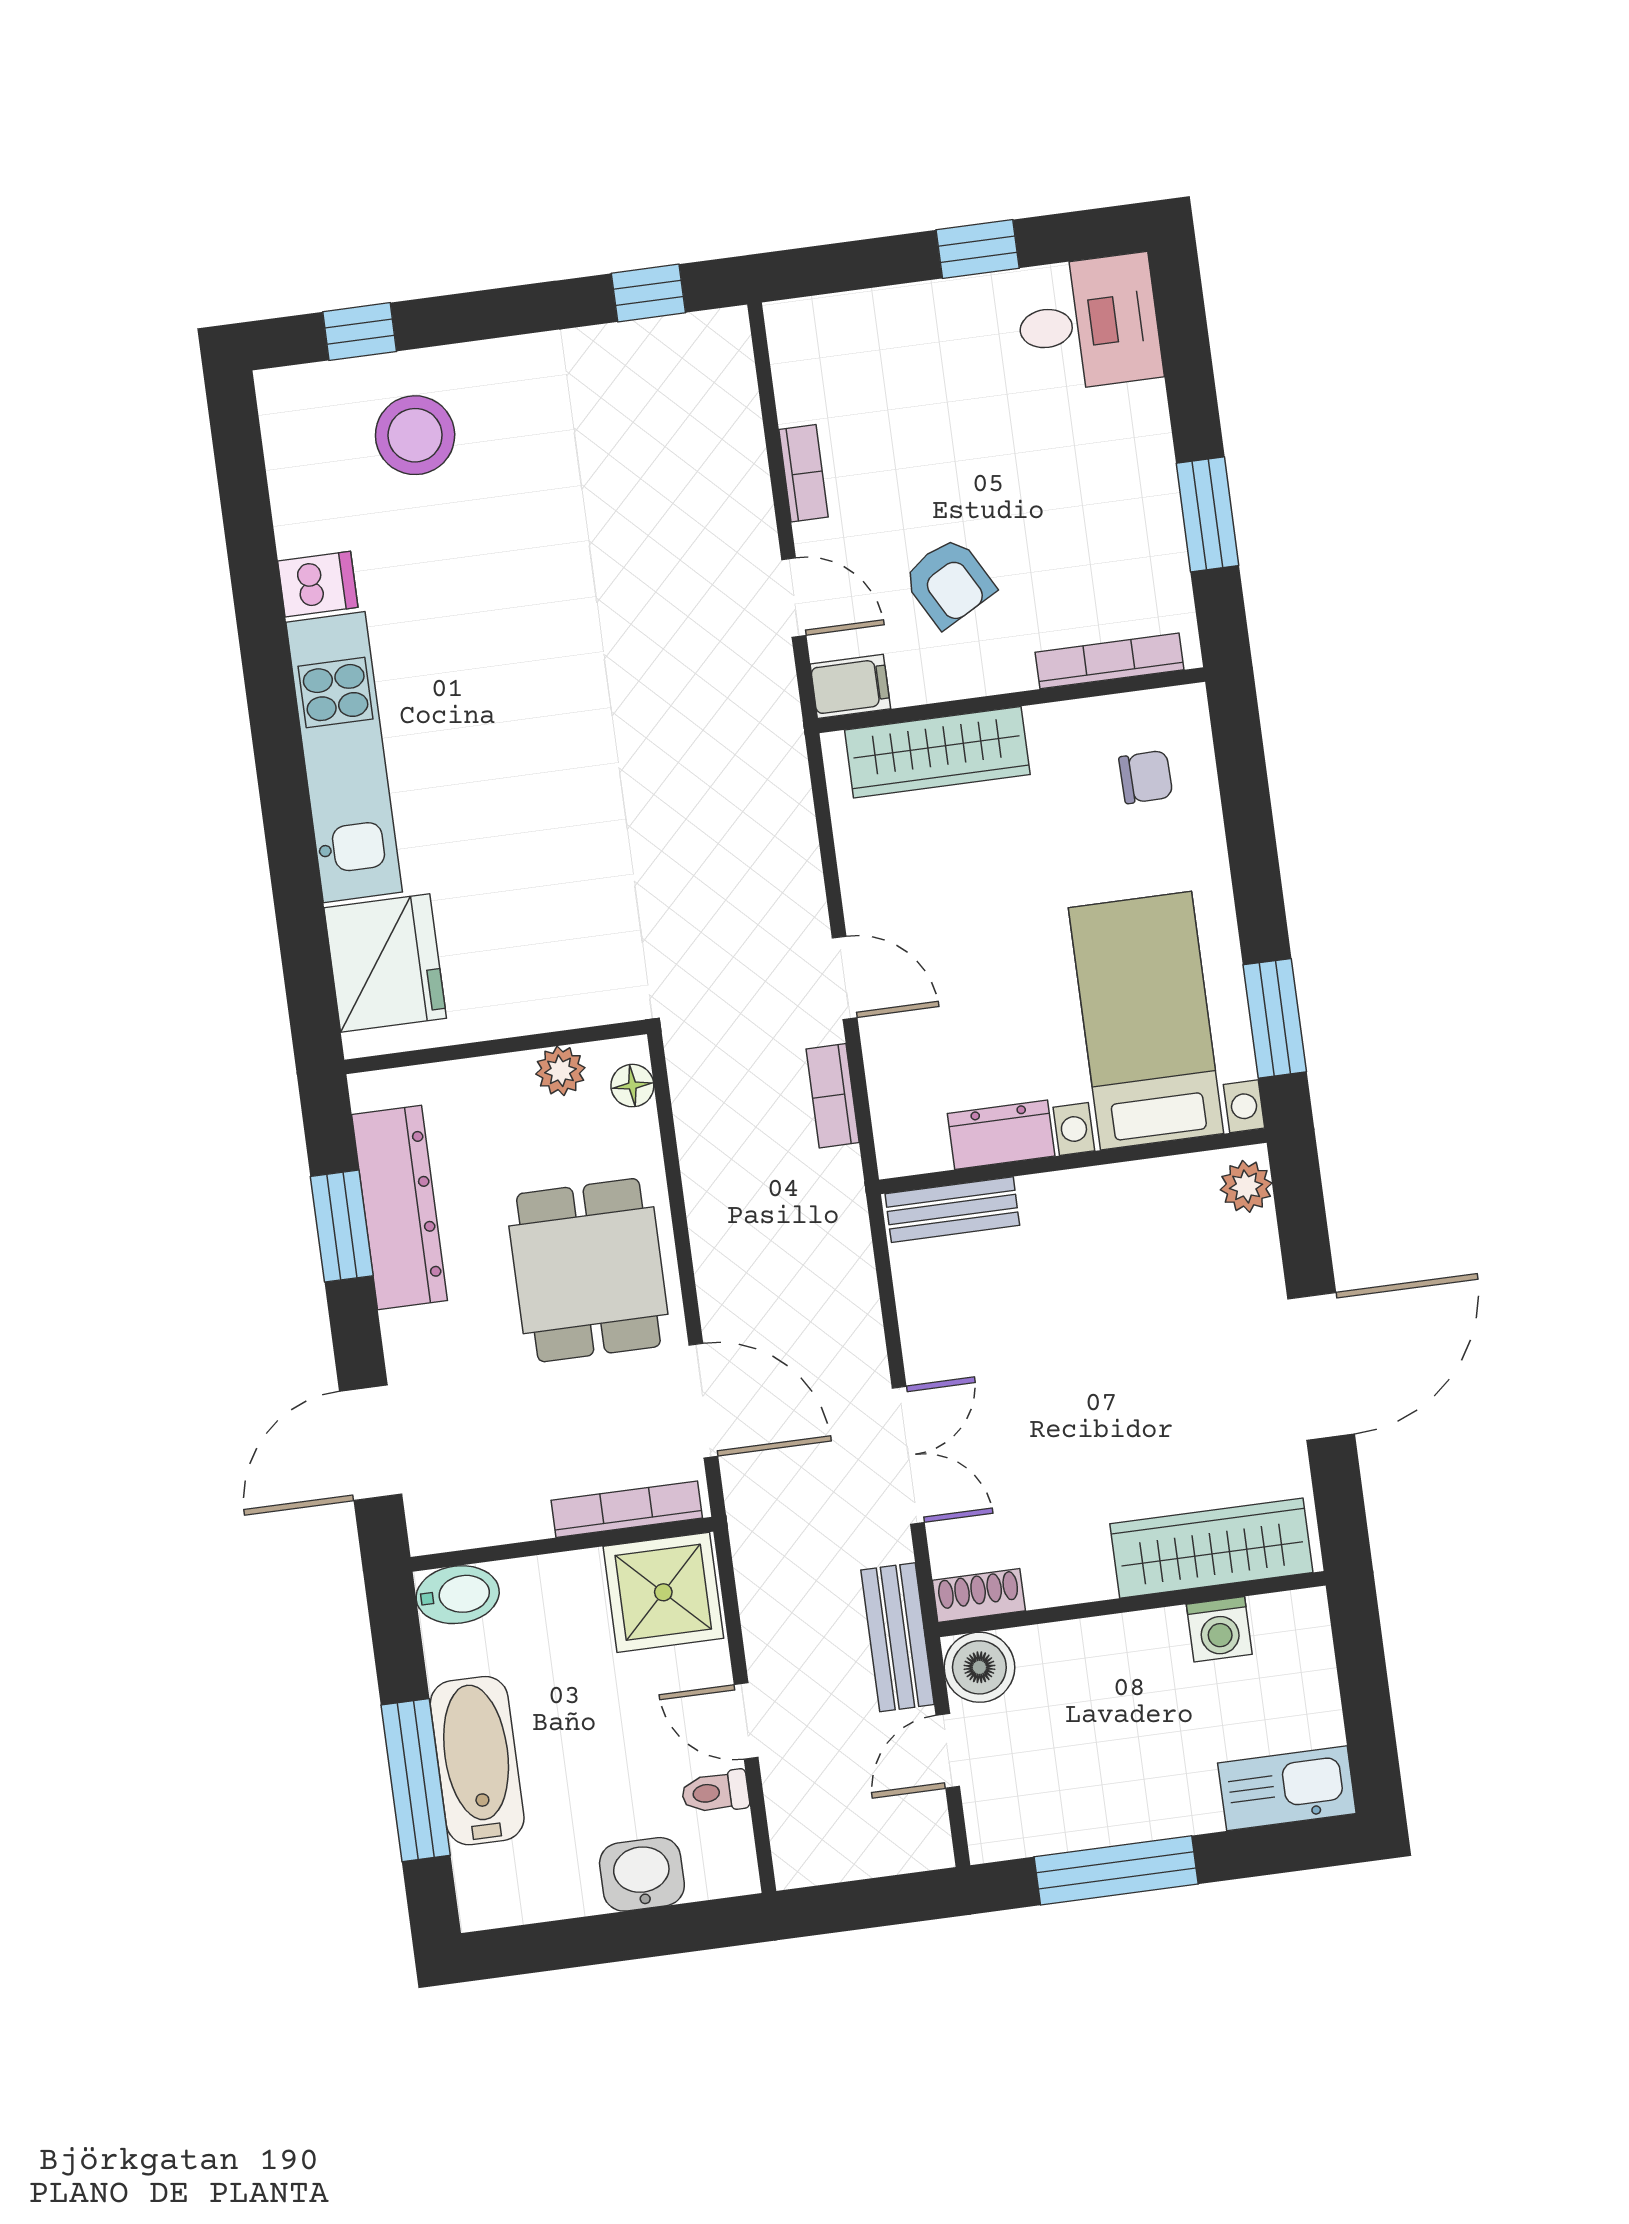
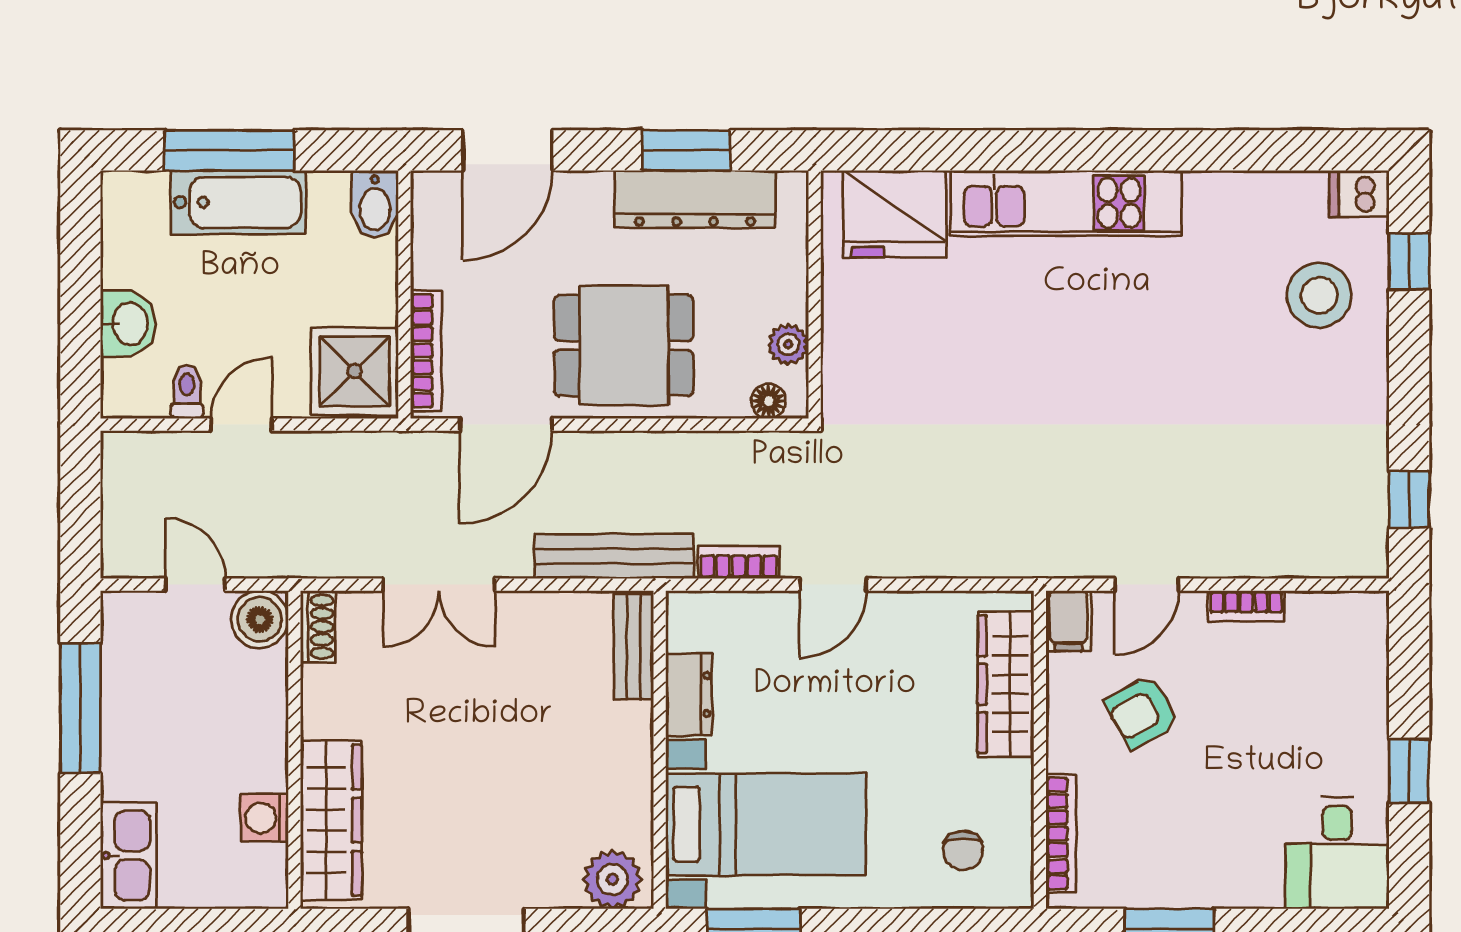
dishwasher: (318, 584) -> (1359, 194), moved, turned 90
plant: (1246, 1186) -> (612, 879), width x1.38, depth x1.38
door: (371, 1443) -> (507, 150), swing flipped
bench: (898, 1637) -> (614, 556), moved, width x1.36

